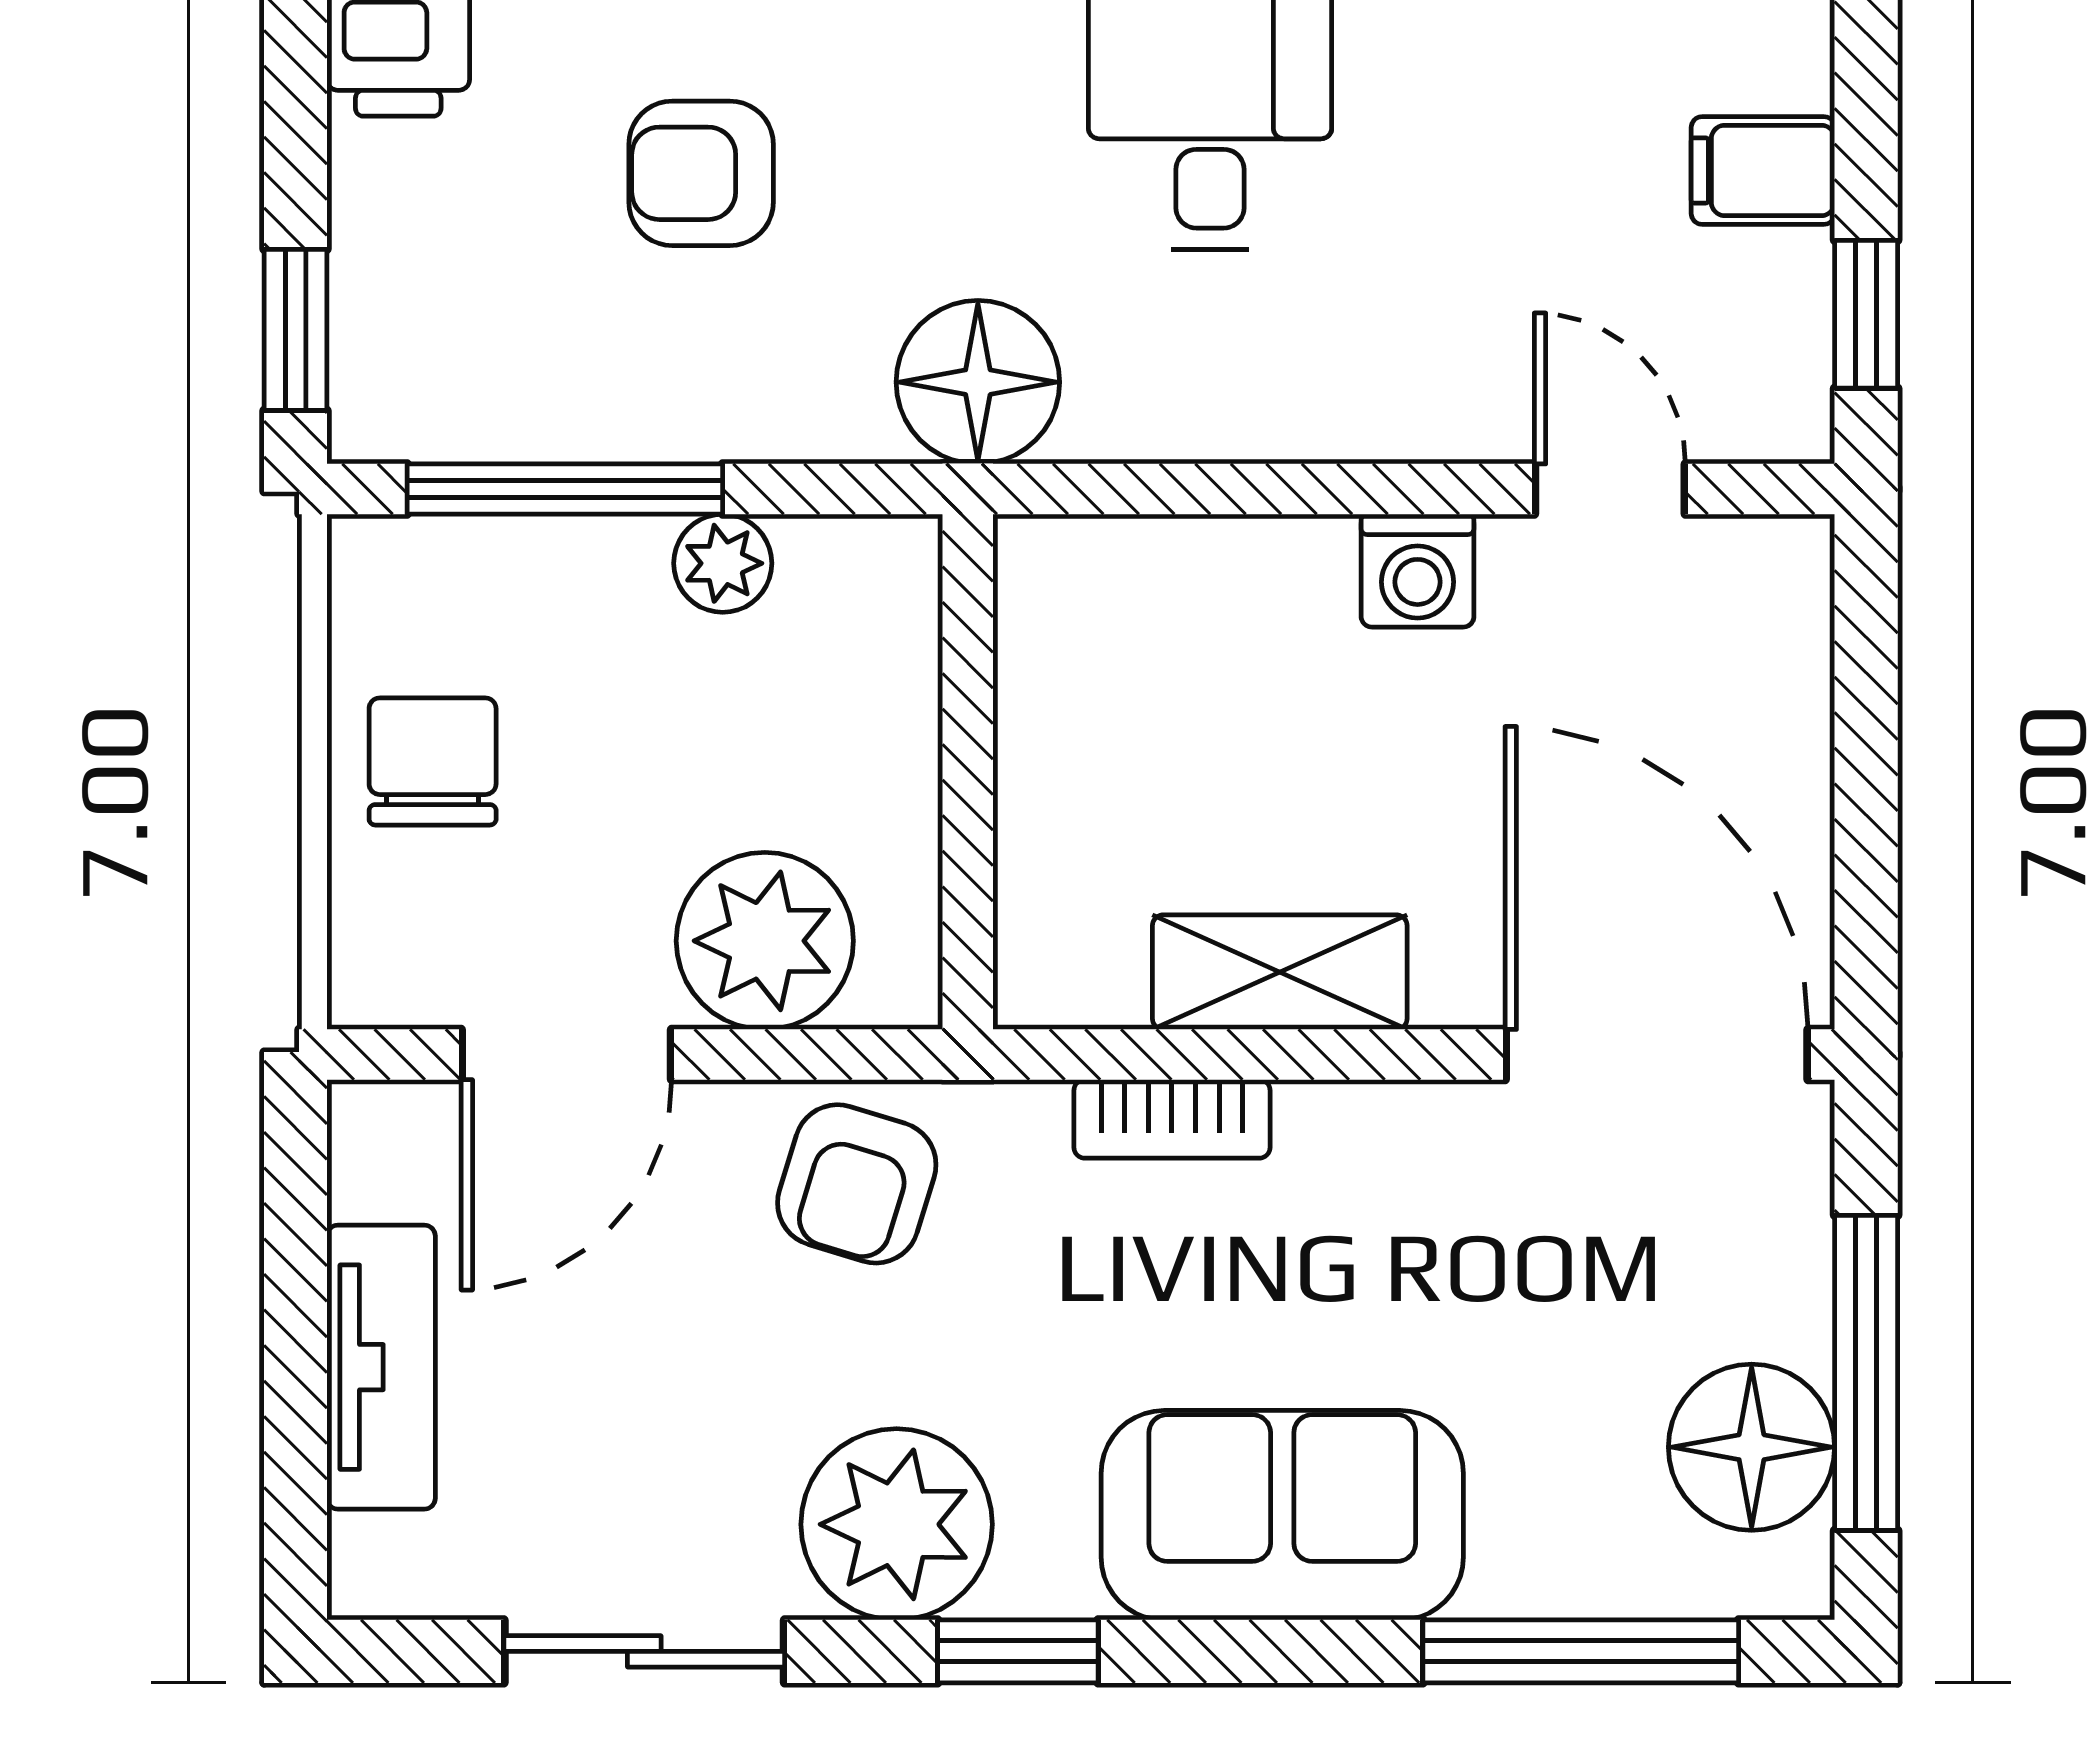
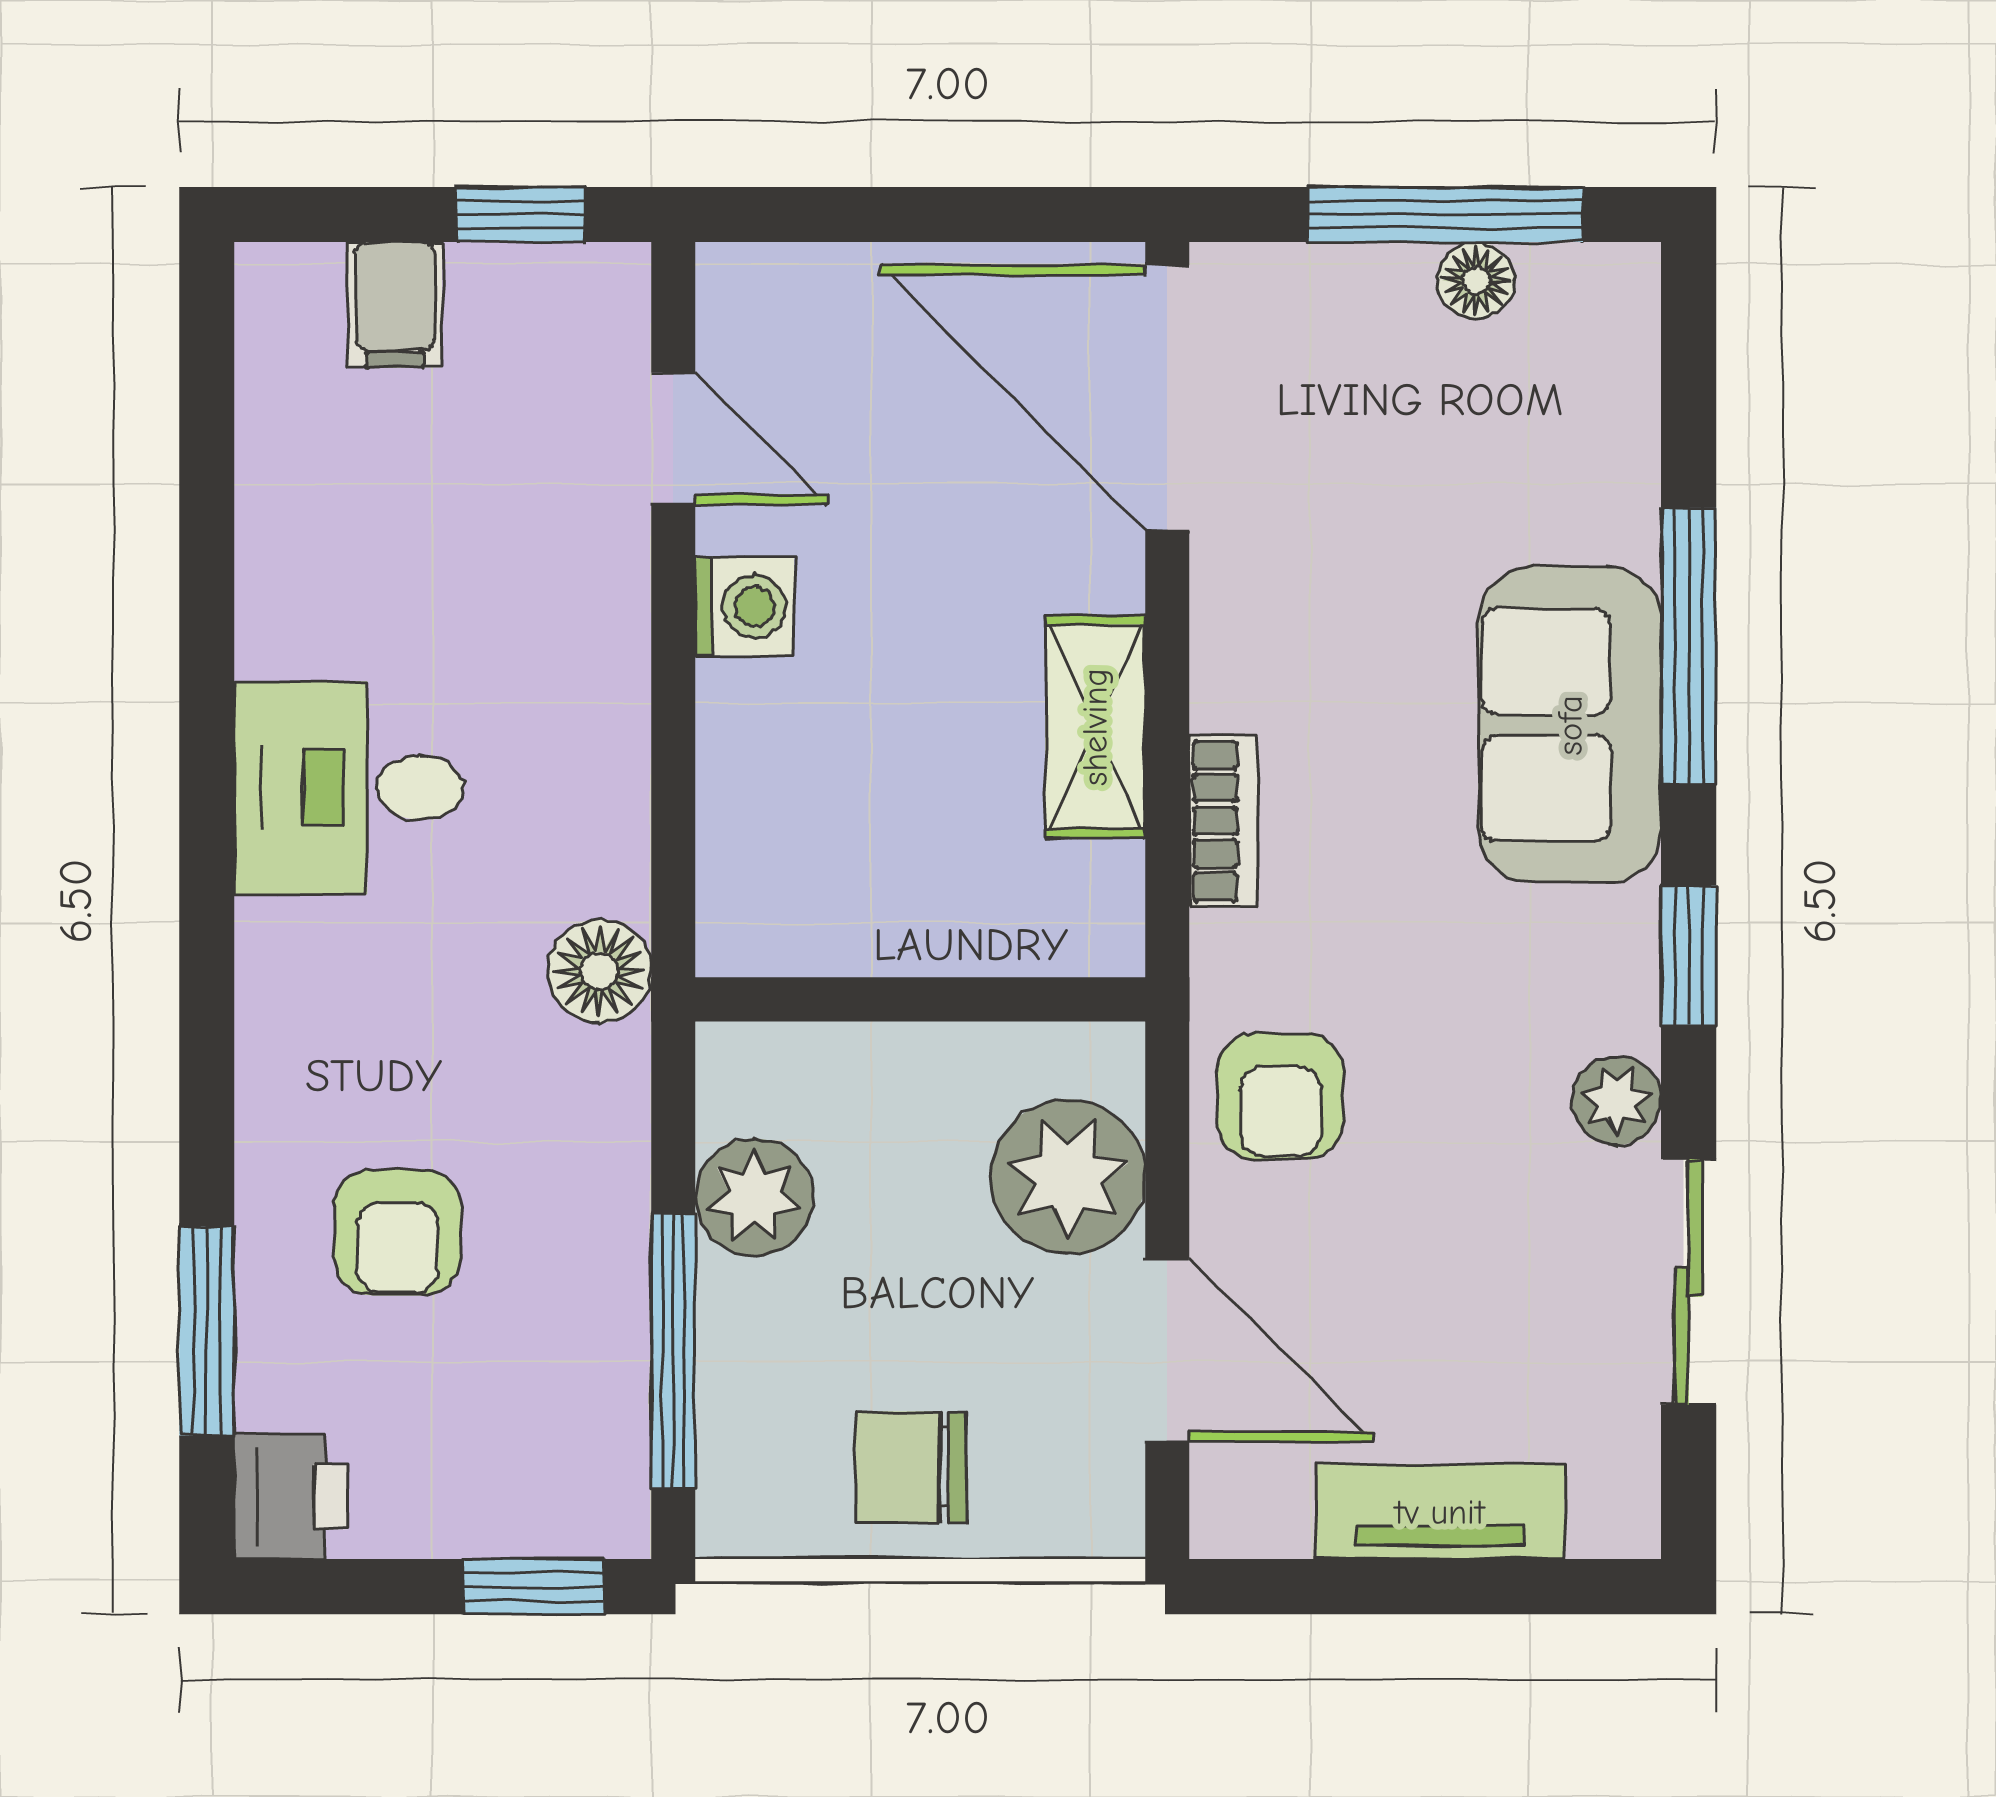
floor lamp: (978, 382) -> (599, 971), width x0.73, depth x0.73
door: (1610, 489) -> (673, 438), swing flipped
plant: (723, 563) -> (754, 1197), width x1.38, depth x1.38
door: (1657, 1055) -> (1167, 398), hinge flipped
armchair: (857, 1184) -> (1280, 1096), turned 73
floor lamp: (1752, 1447) -> (1476, 280), width x0.53, depth x0.53
plant: (897, 1524) -> (1617, 1101), width x0.53, depth x0.53
window: (1581, 1651) -> (1689, 646), moved

